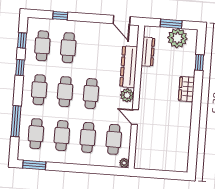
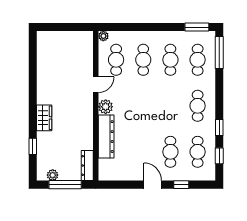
door: (122, 20) -> (153, 185), moved
window: (171, 24) -> (65, 185), width x1.44
plant: (177, 38) -> (53, 175), width x0.53, depth x0.53
dresser: (148, 52) -> (87, 166), moved
cafe table: (65, 92) -> (170, 106), removed
cafe table: (91, 94) -> (143, 106), removed
door: (135, 117) -> (96, 85), hinge flipped
window: (16, 121) -> (219, 53), moved

